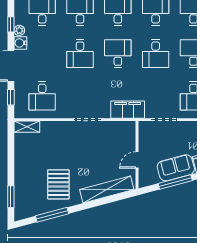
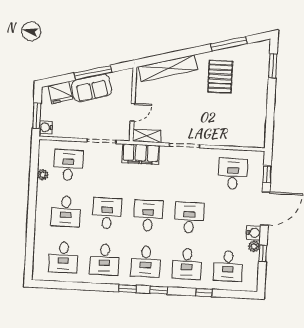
desk: (118, 54) -> (148, 216), turned 180
shelving: (27, 127) -> (147, 136), moved
door: (137, 160) -> (133, 112), moved

